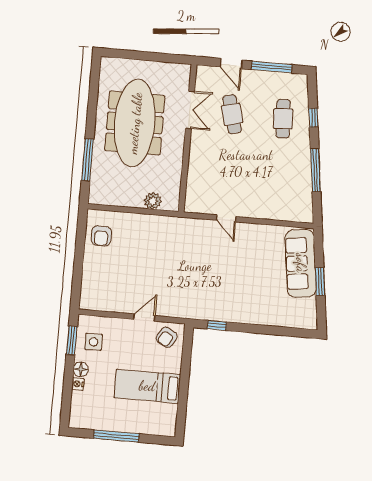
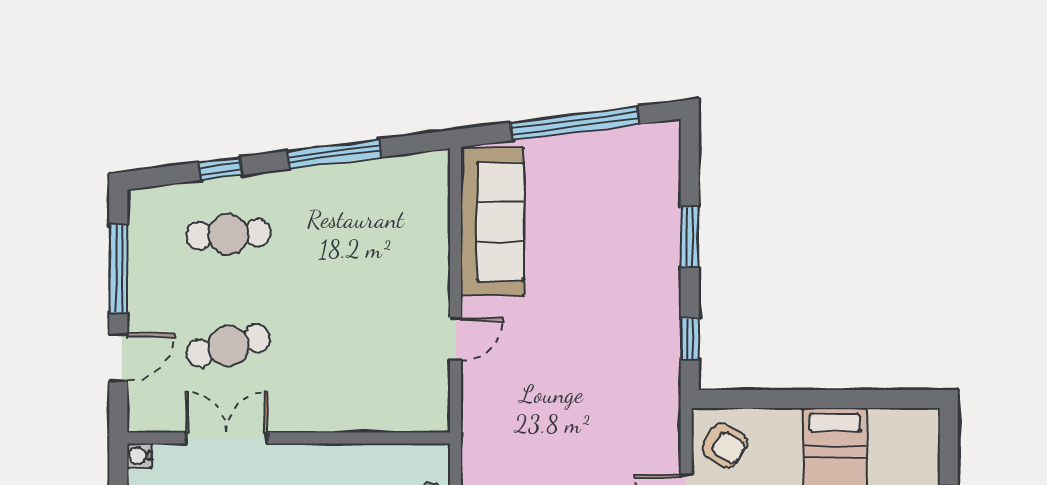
water cooler: (185, 69) -> (139, 456), added
sofa: (301, 263) -> (492, 222), moved, turned -83
window: (320, 282) -> (575, 123), width x2.11
window: (264, 330) -> (690, 236), added

